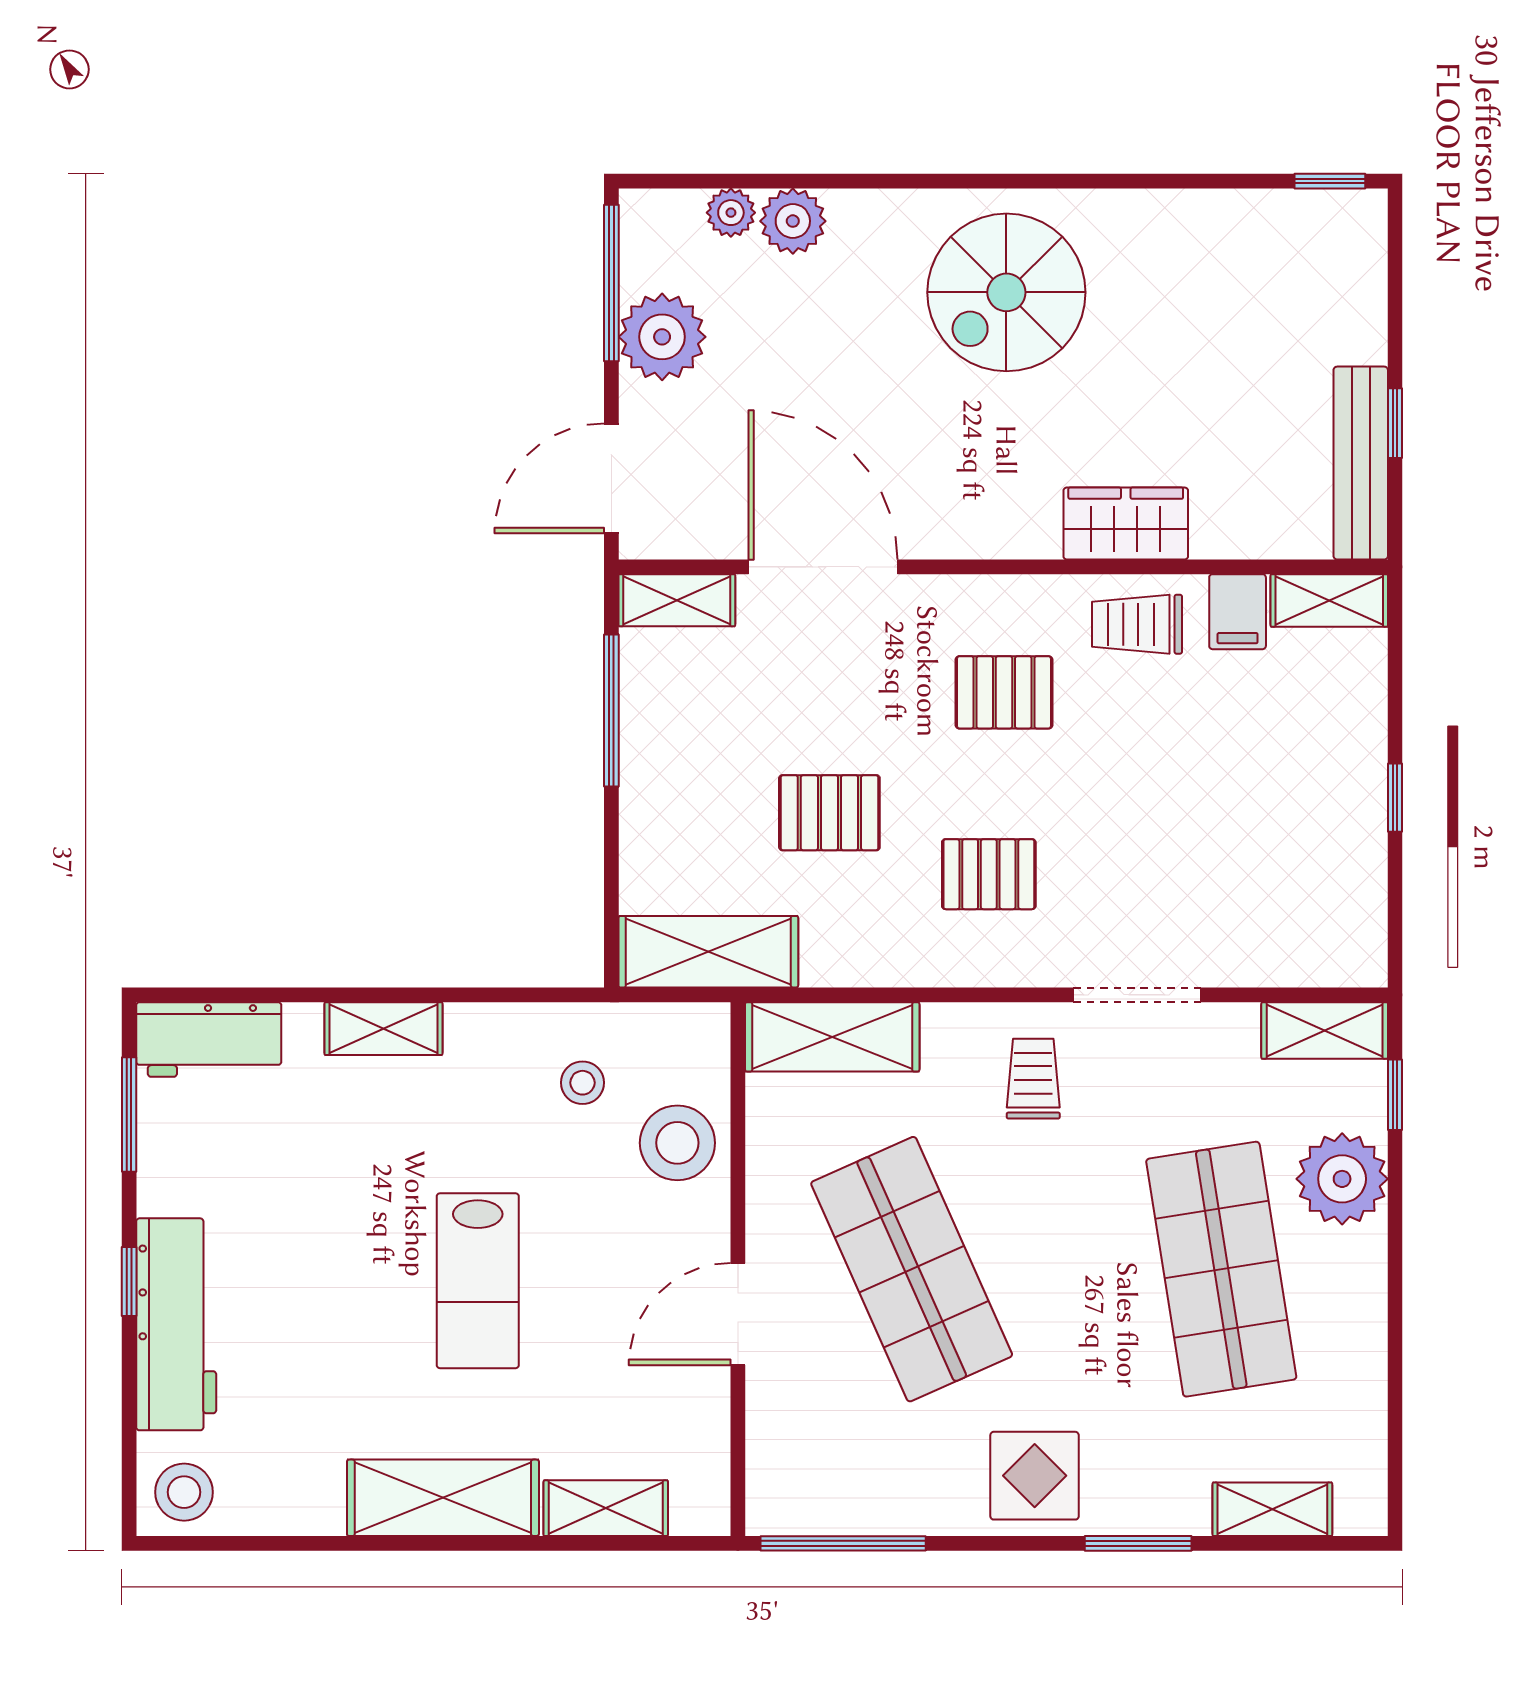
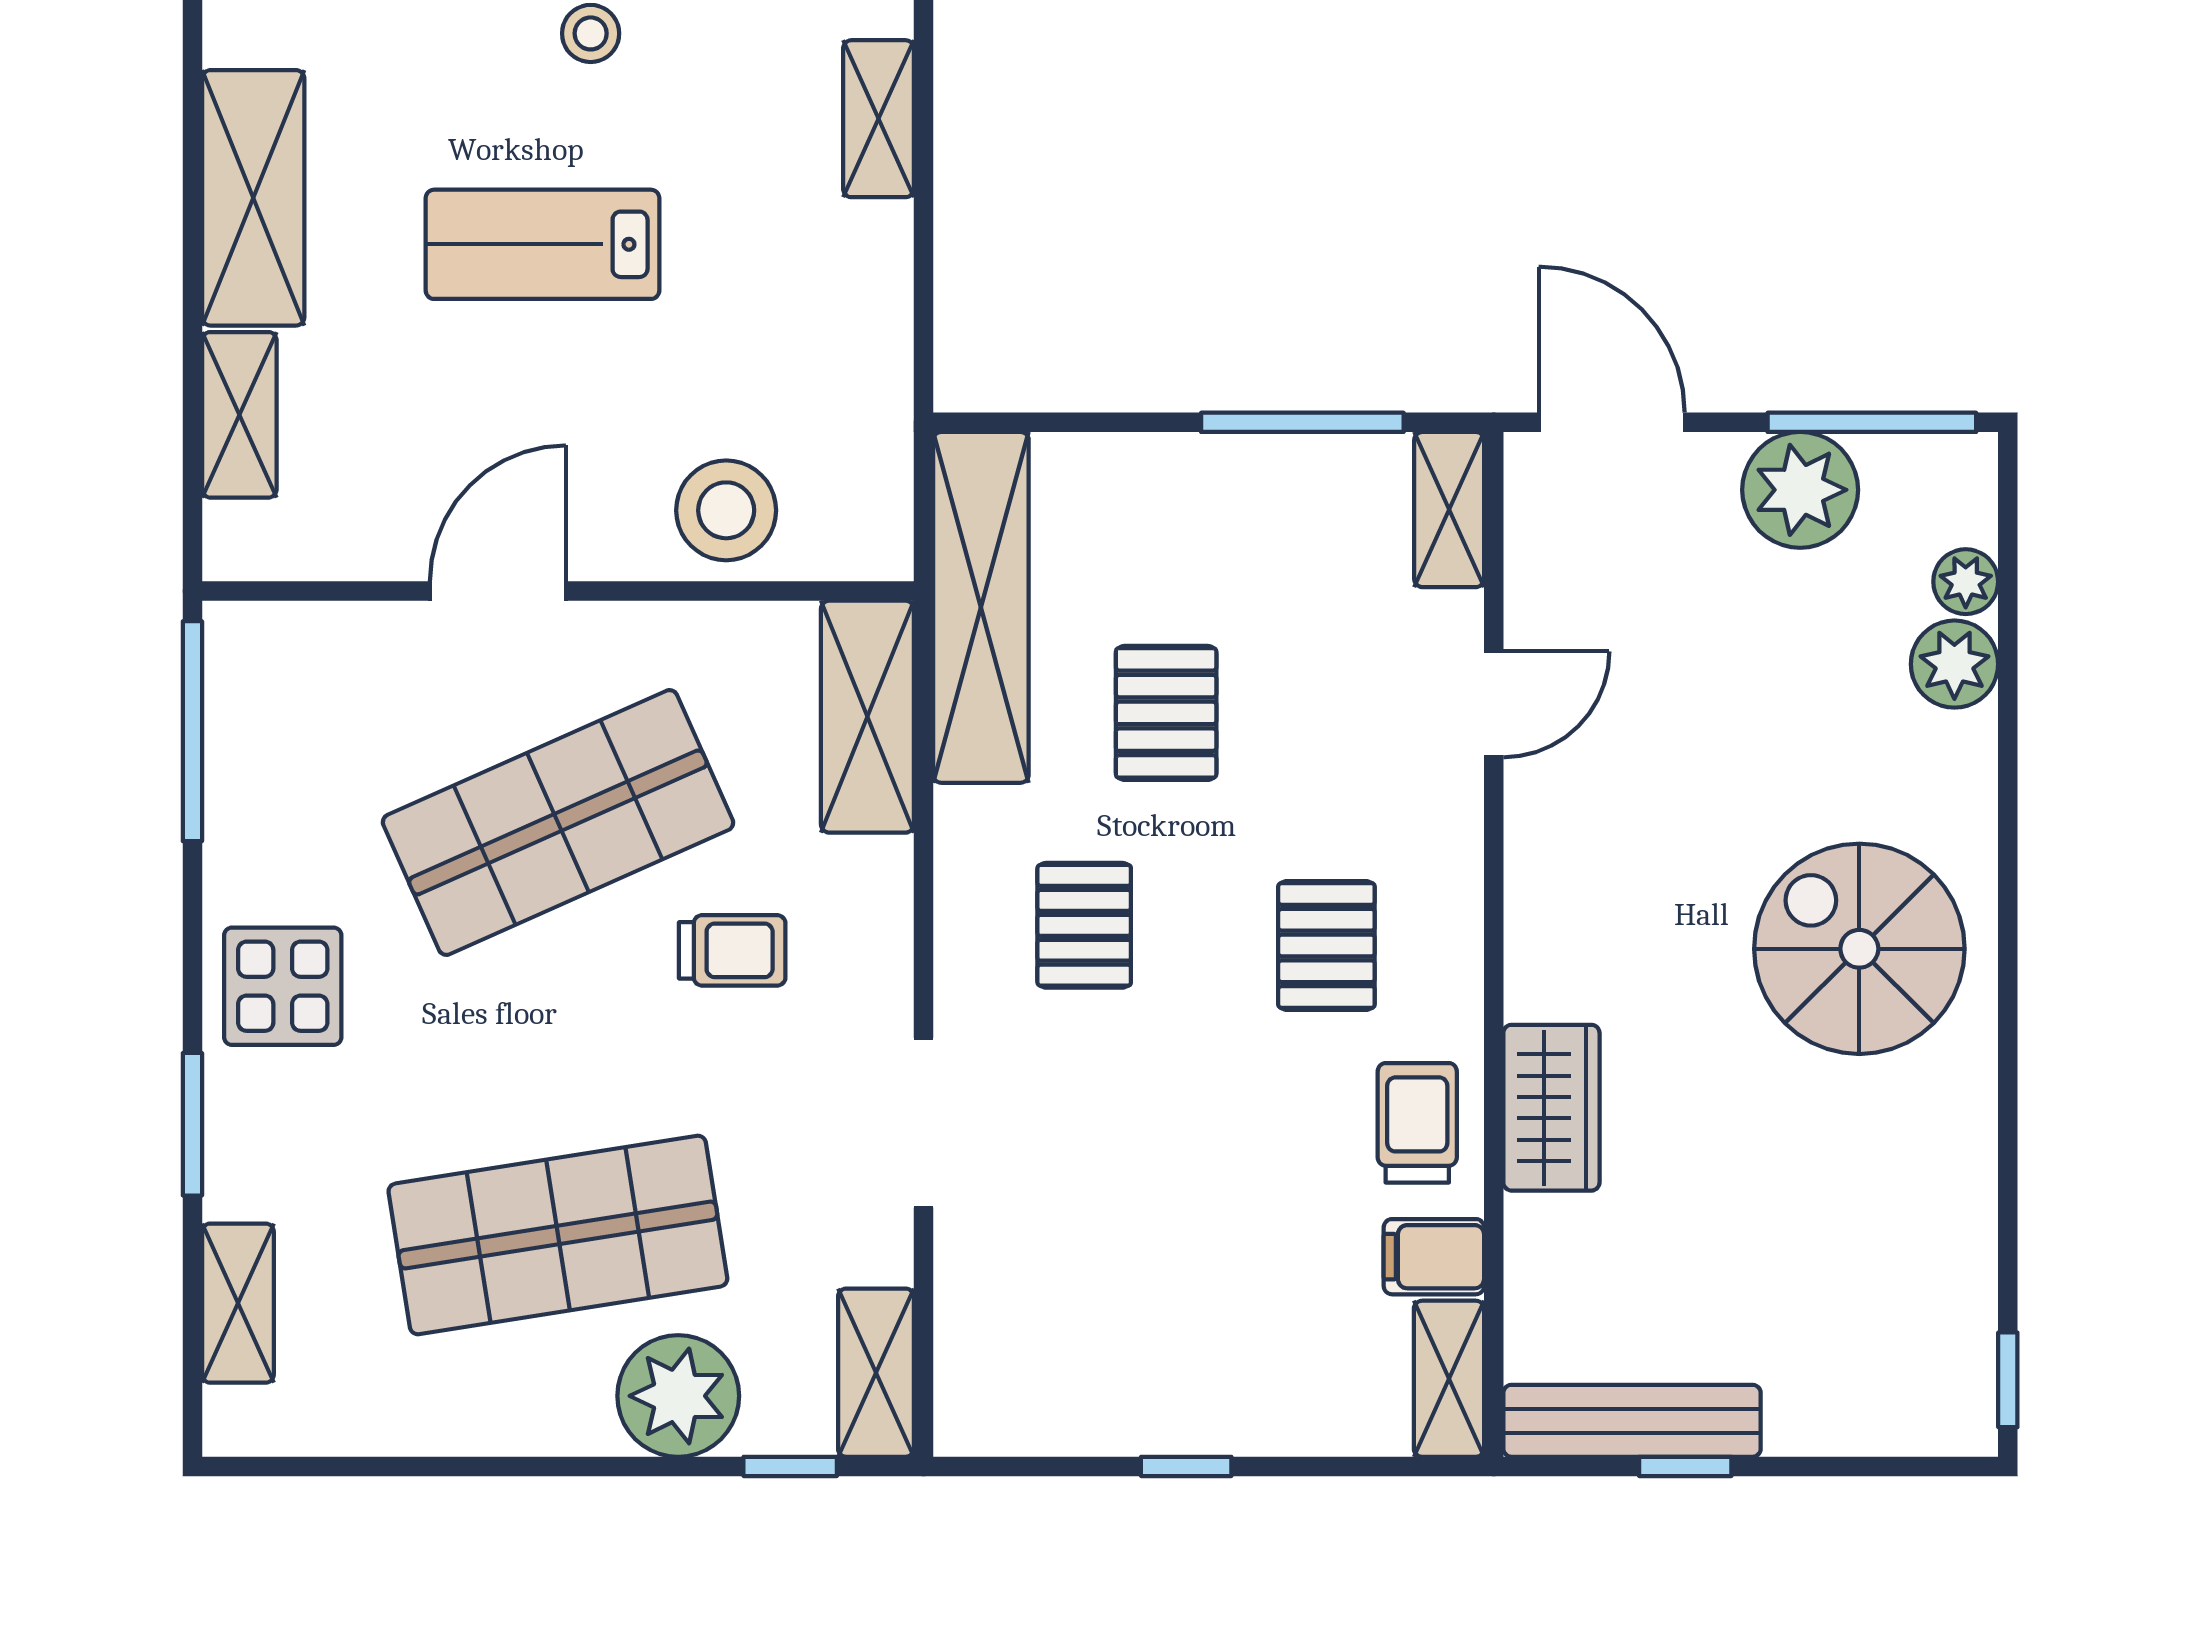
door: (823, 567) -> (1494, 704), width x0.53
shelving: (708, 952) -> (981, 607), width x1.47
trolley: (1033, 1079) -> (732, 950), moved
stool: (582, 1083) -> (591, 33), moved
door: (738, 1314) -> (498, 591), hinge flipped

